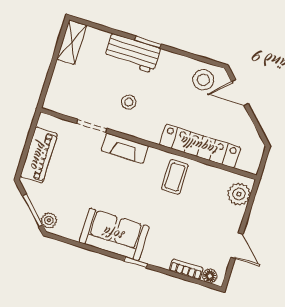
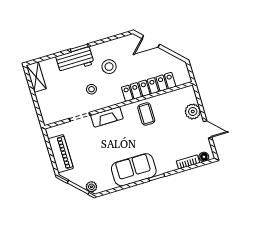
stool: (203, 80) -> (109, 67), moved
plant: (239, 194) -> (193, 112), moved

